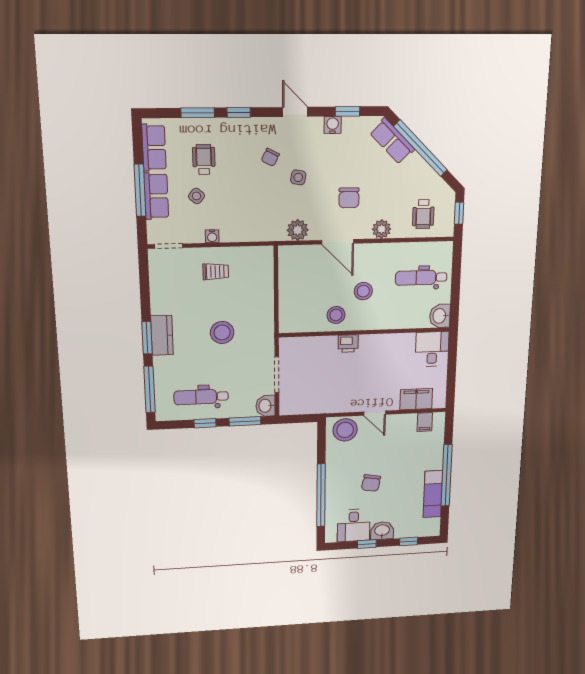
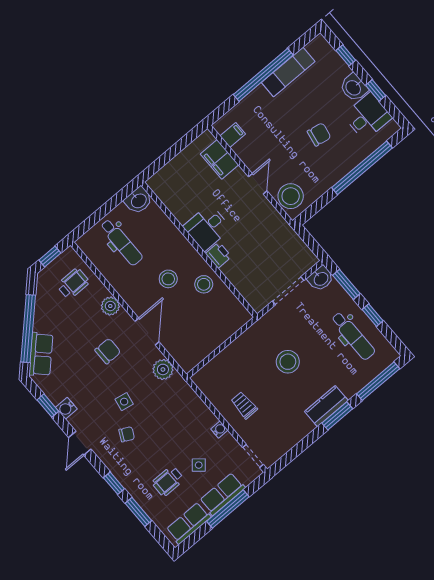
desk: (432, 349) -> (207, 227), moved

